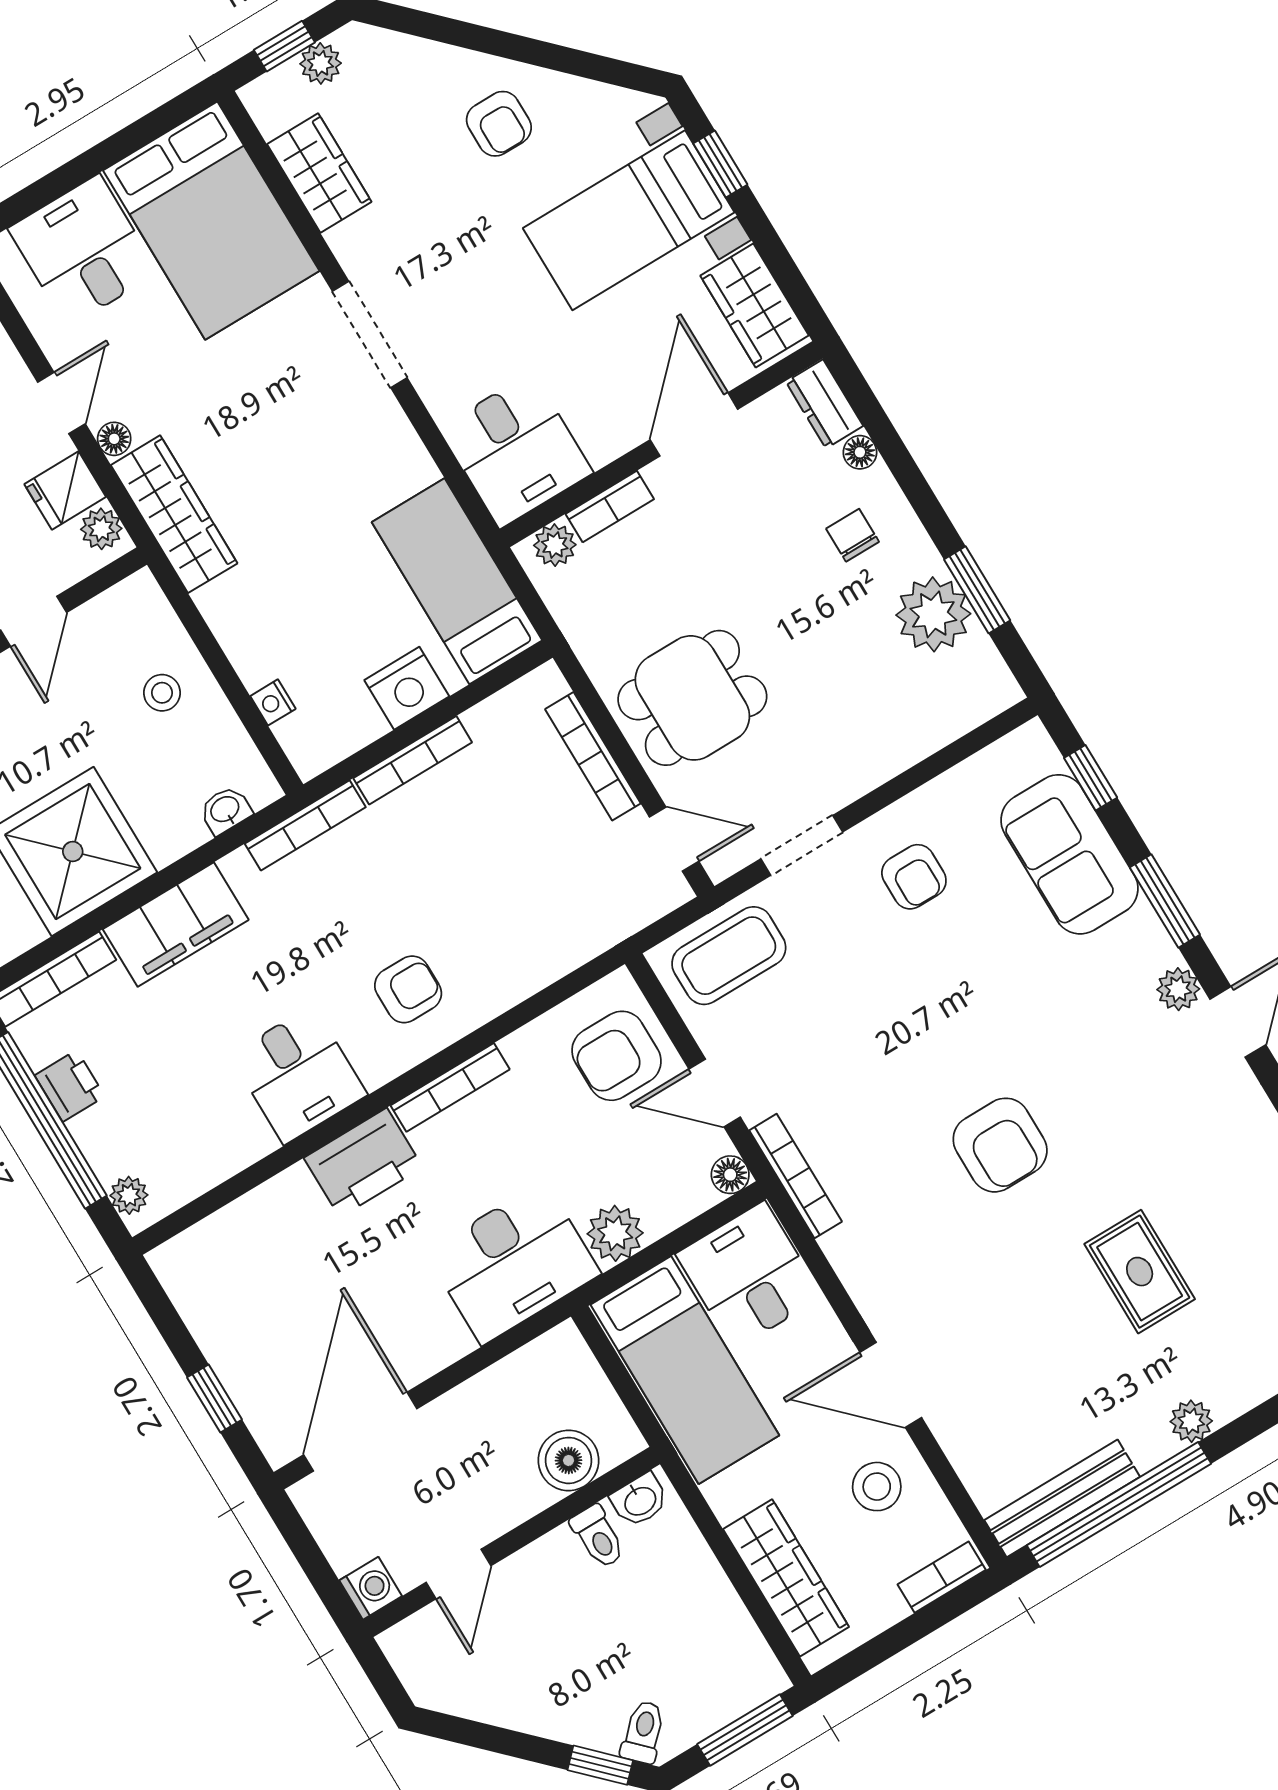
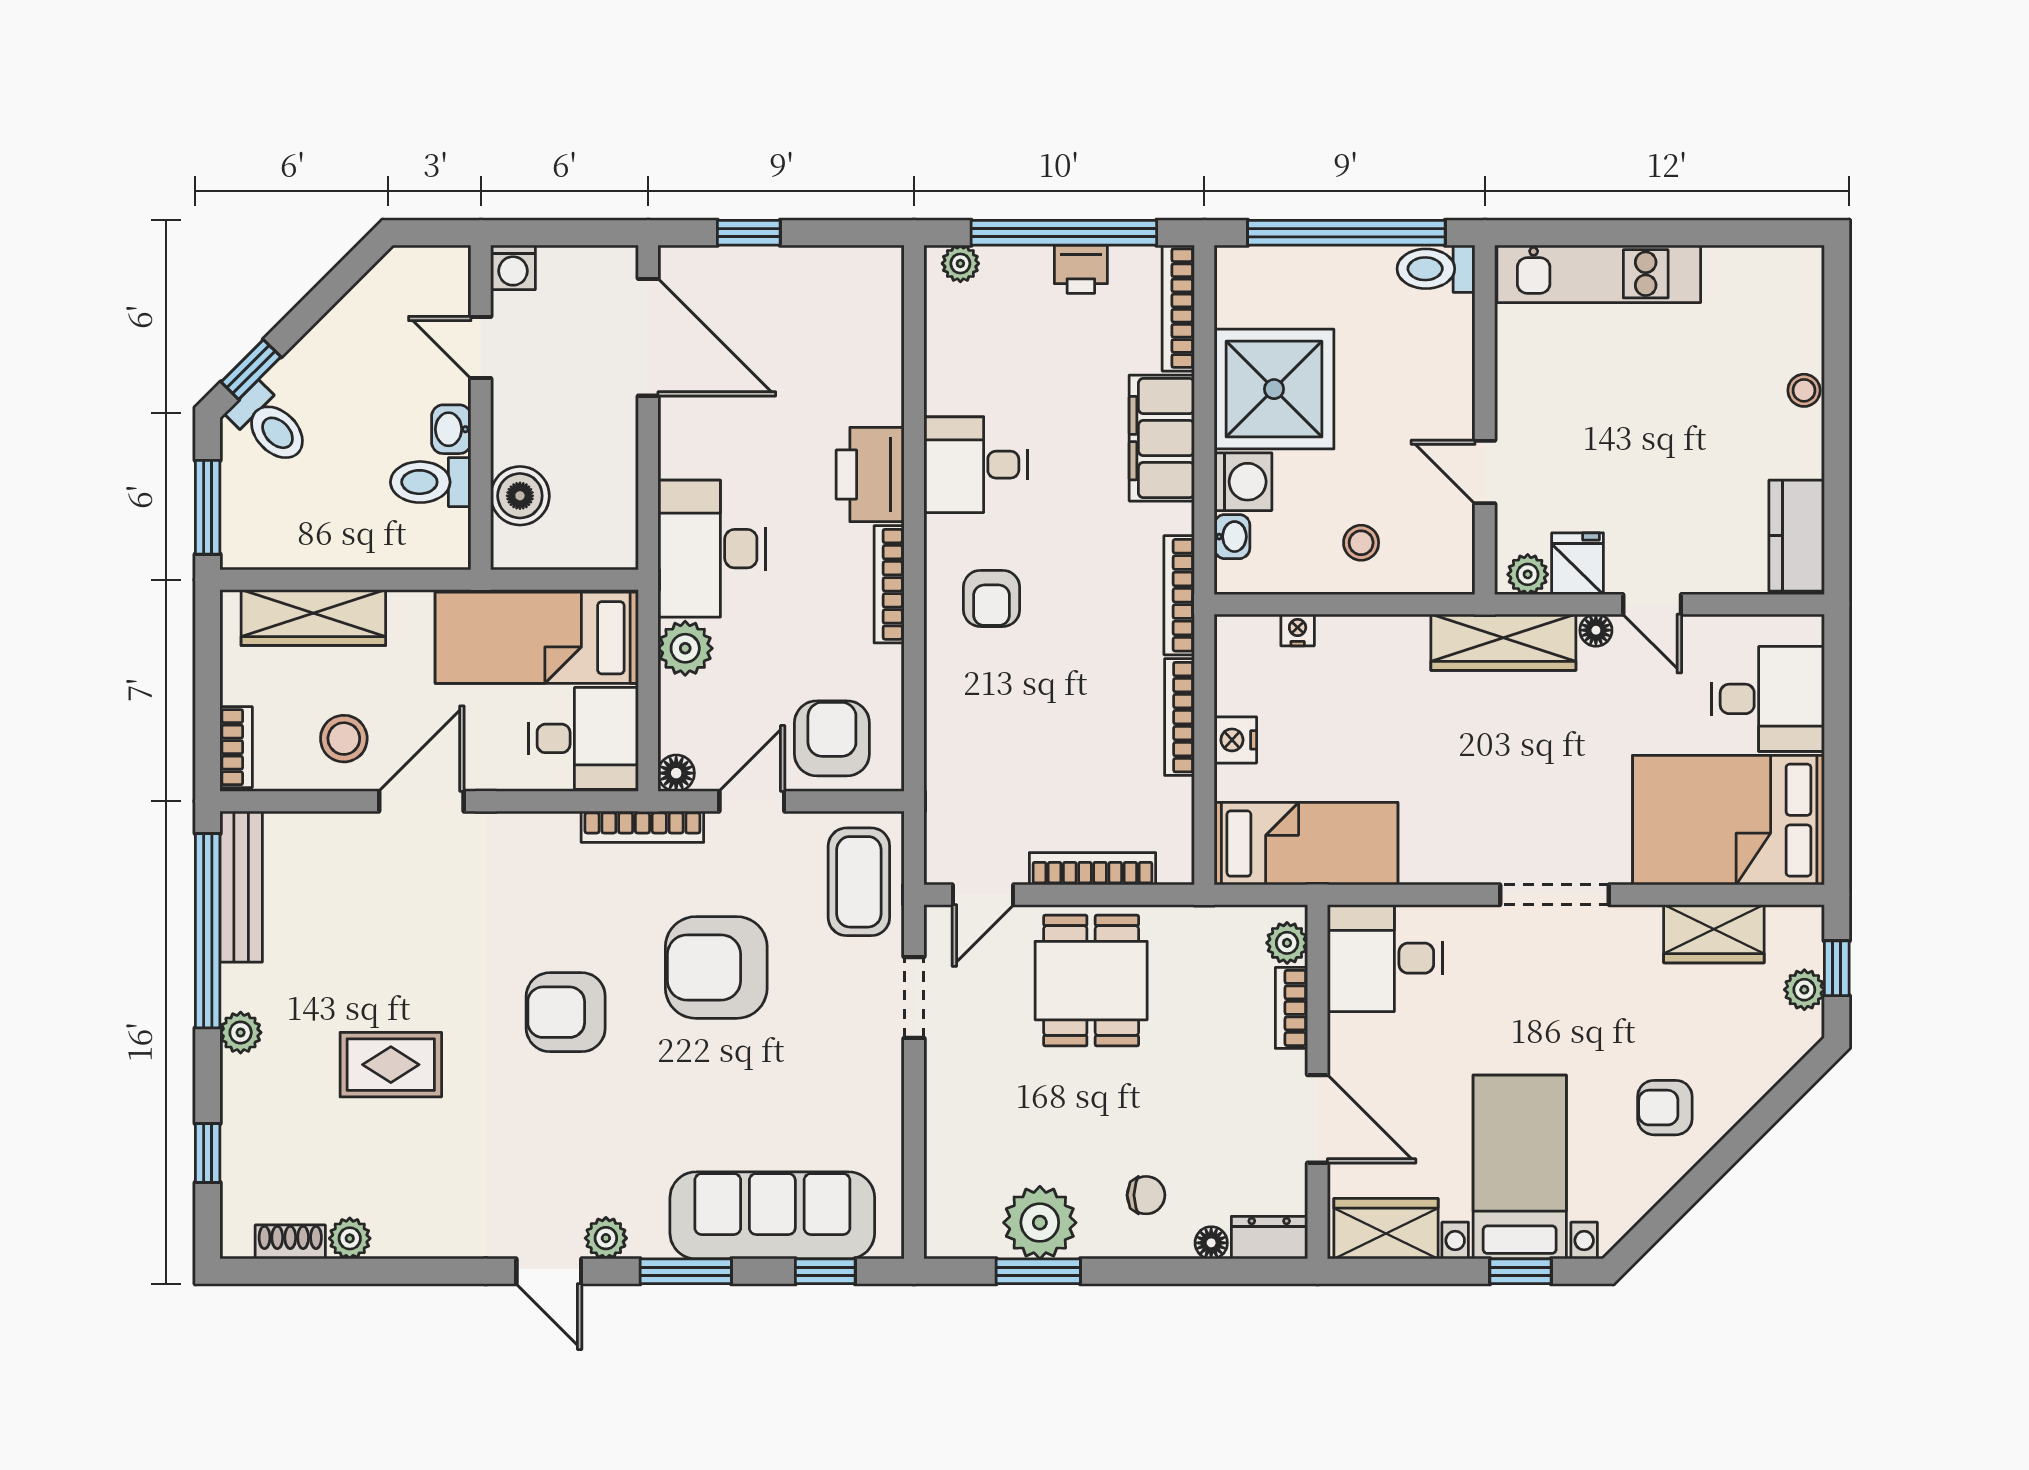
nightstand: (407, 688) -> (1235, 740), width x0.74, depth x0.75
washing machine: (171, 830) -> (1243, 482), added
sofa: (1069, 854) -> (772, 1215), width x1.36
armchair: (914, 877) -> (716, 967), moved, width x1.88, depth x1.88
washbasin: (640, 1500) -> (451, 429), moved
toilet: (598, 1537) -> (431, 482), width x1.37, depth x1.39
toilet: (643, 1732) -> (270, 425), width x1.37, depth x1.39

